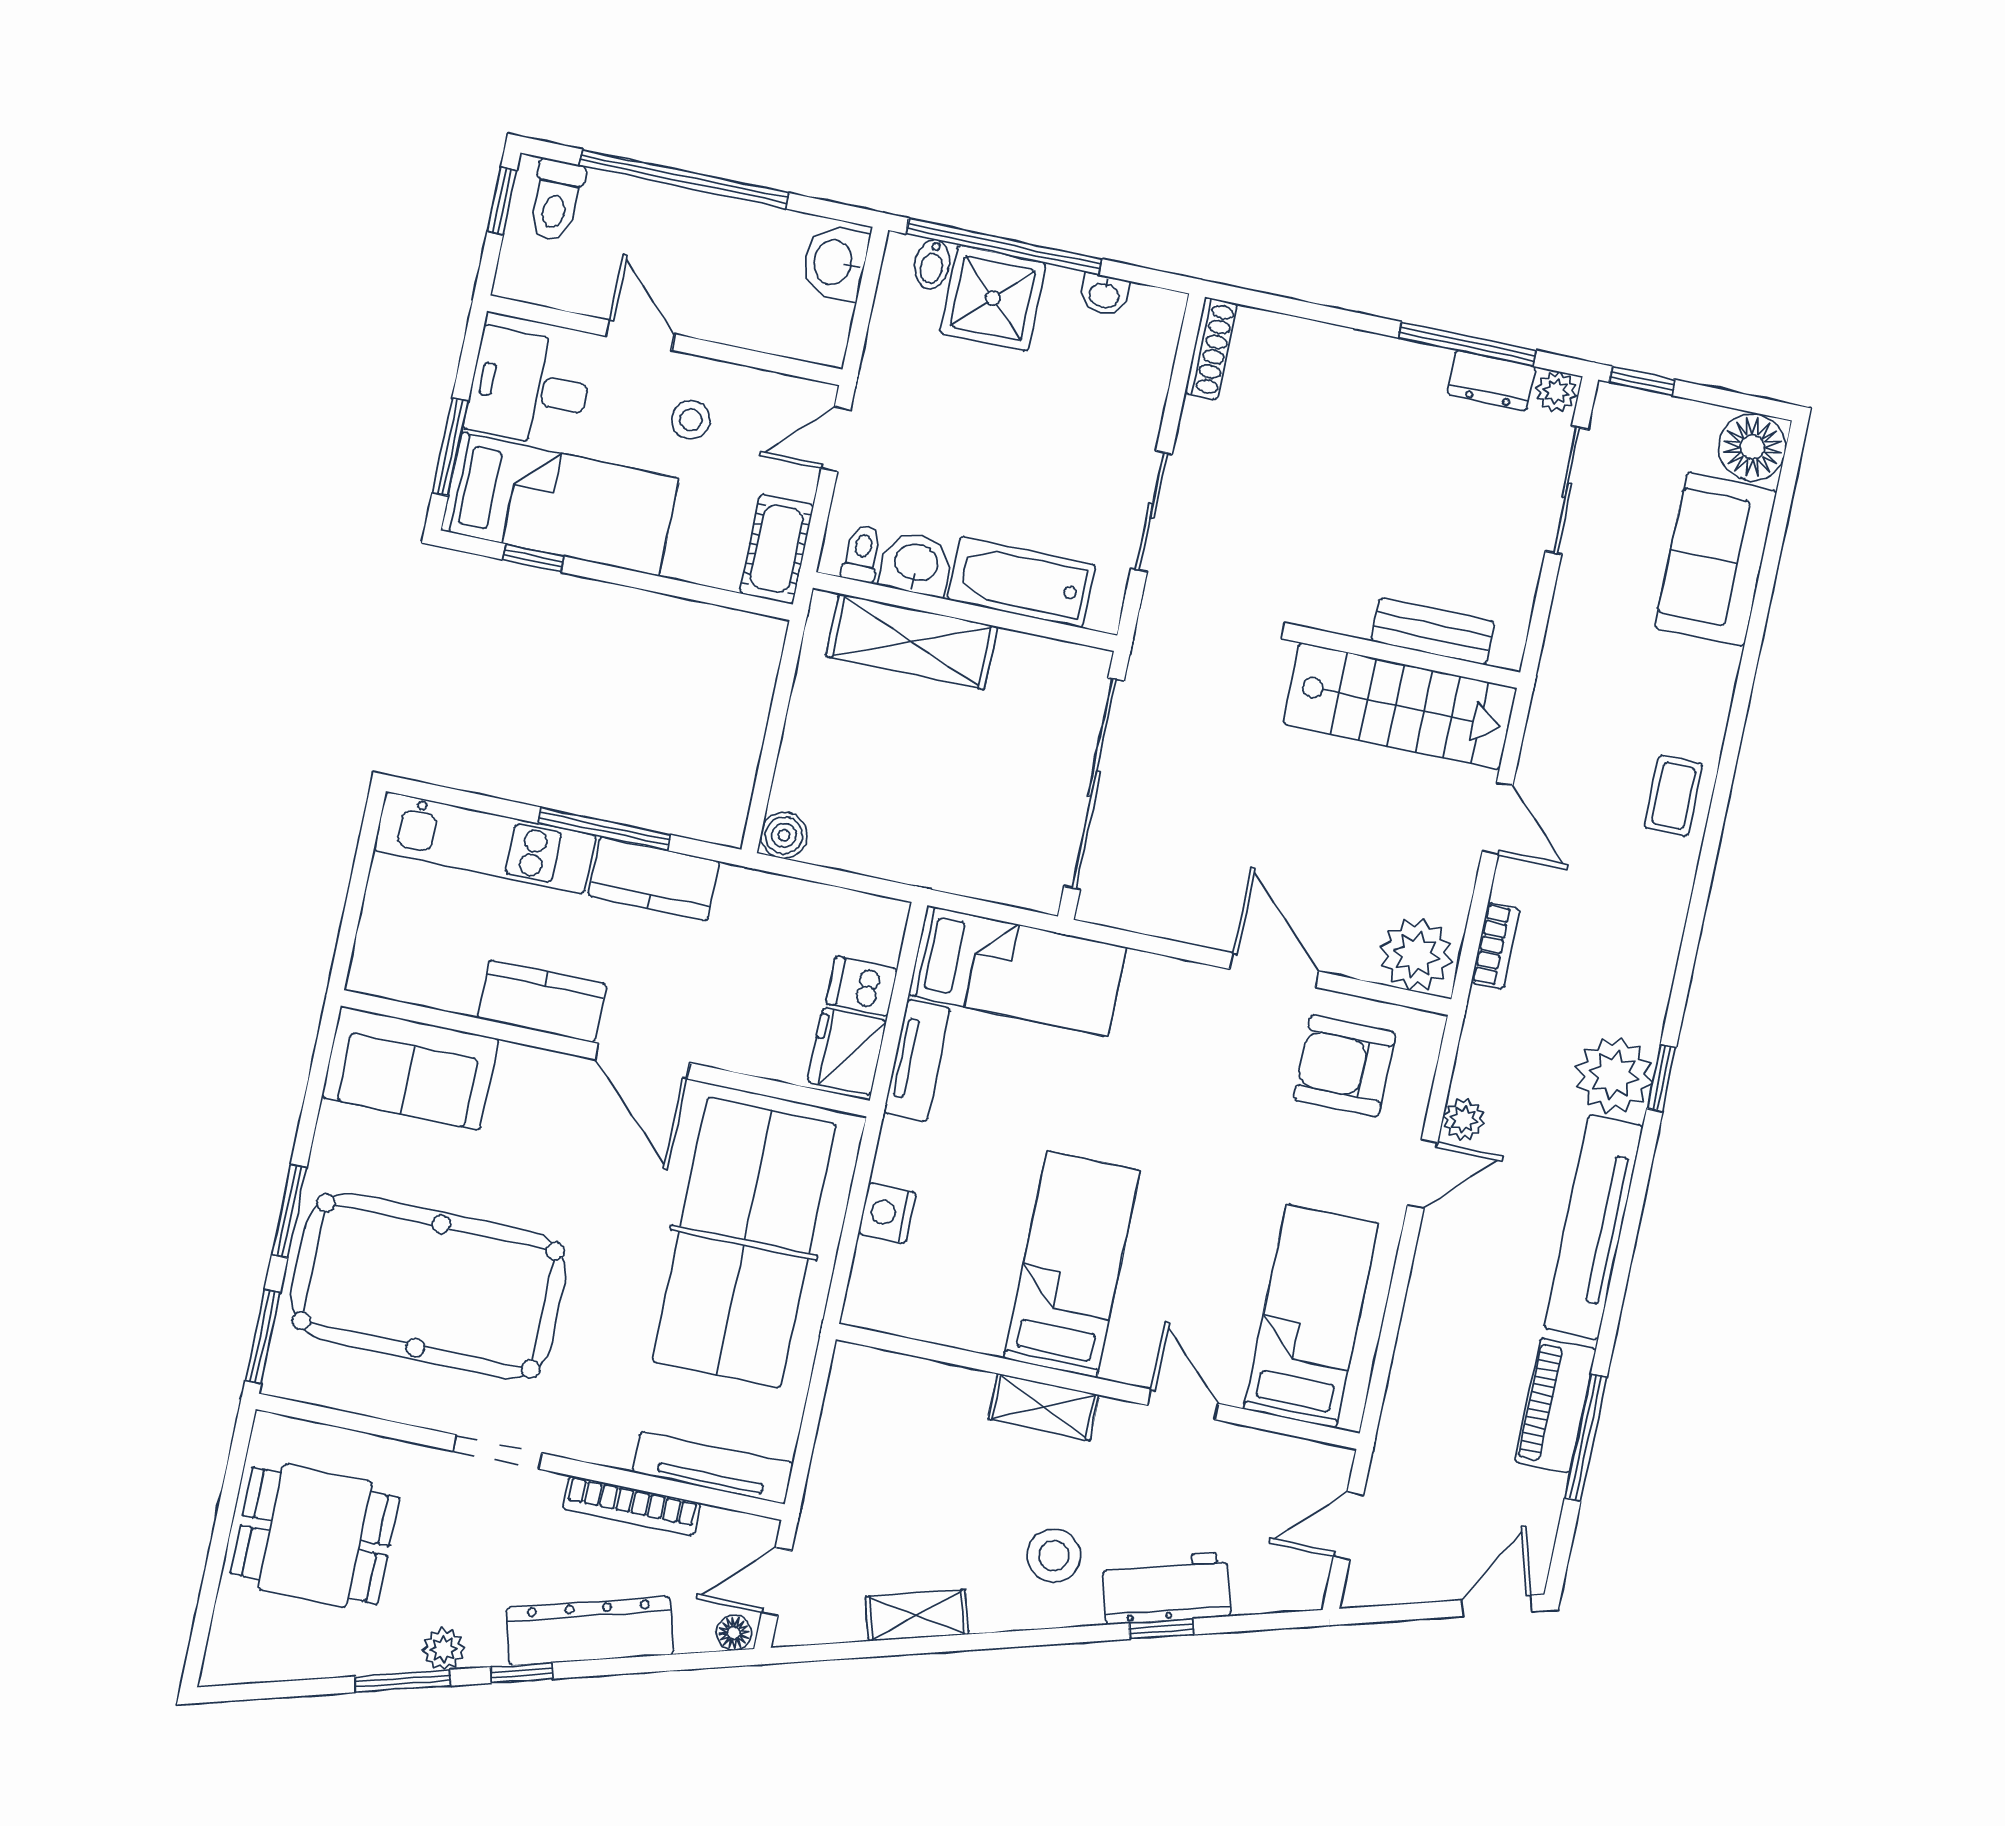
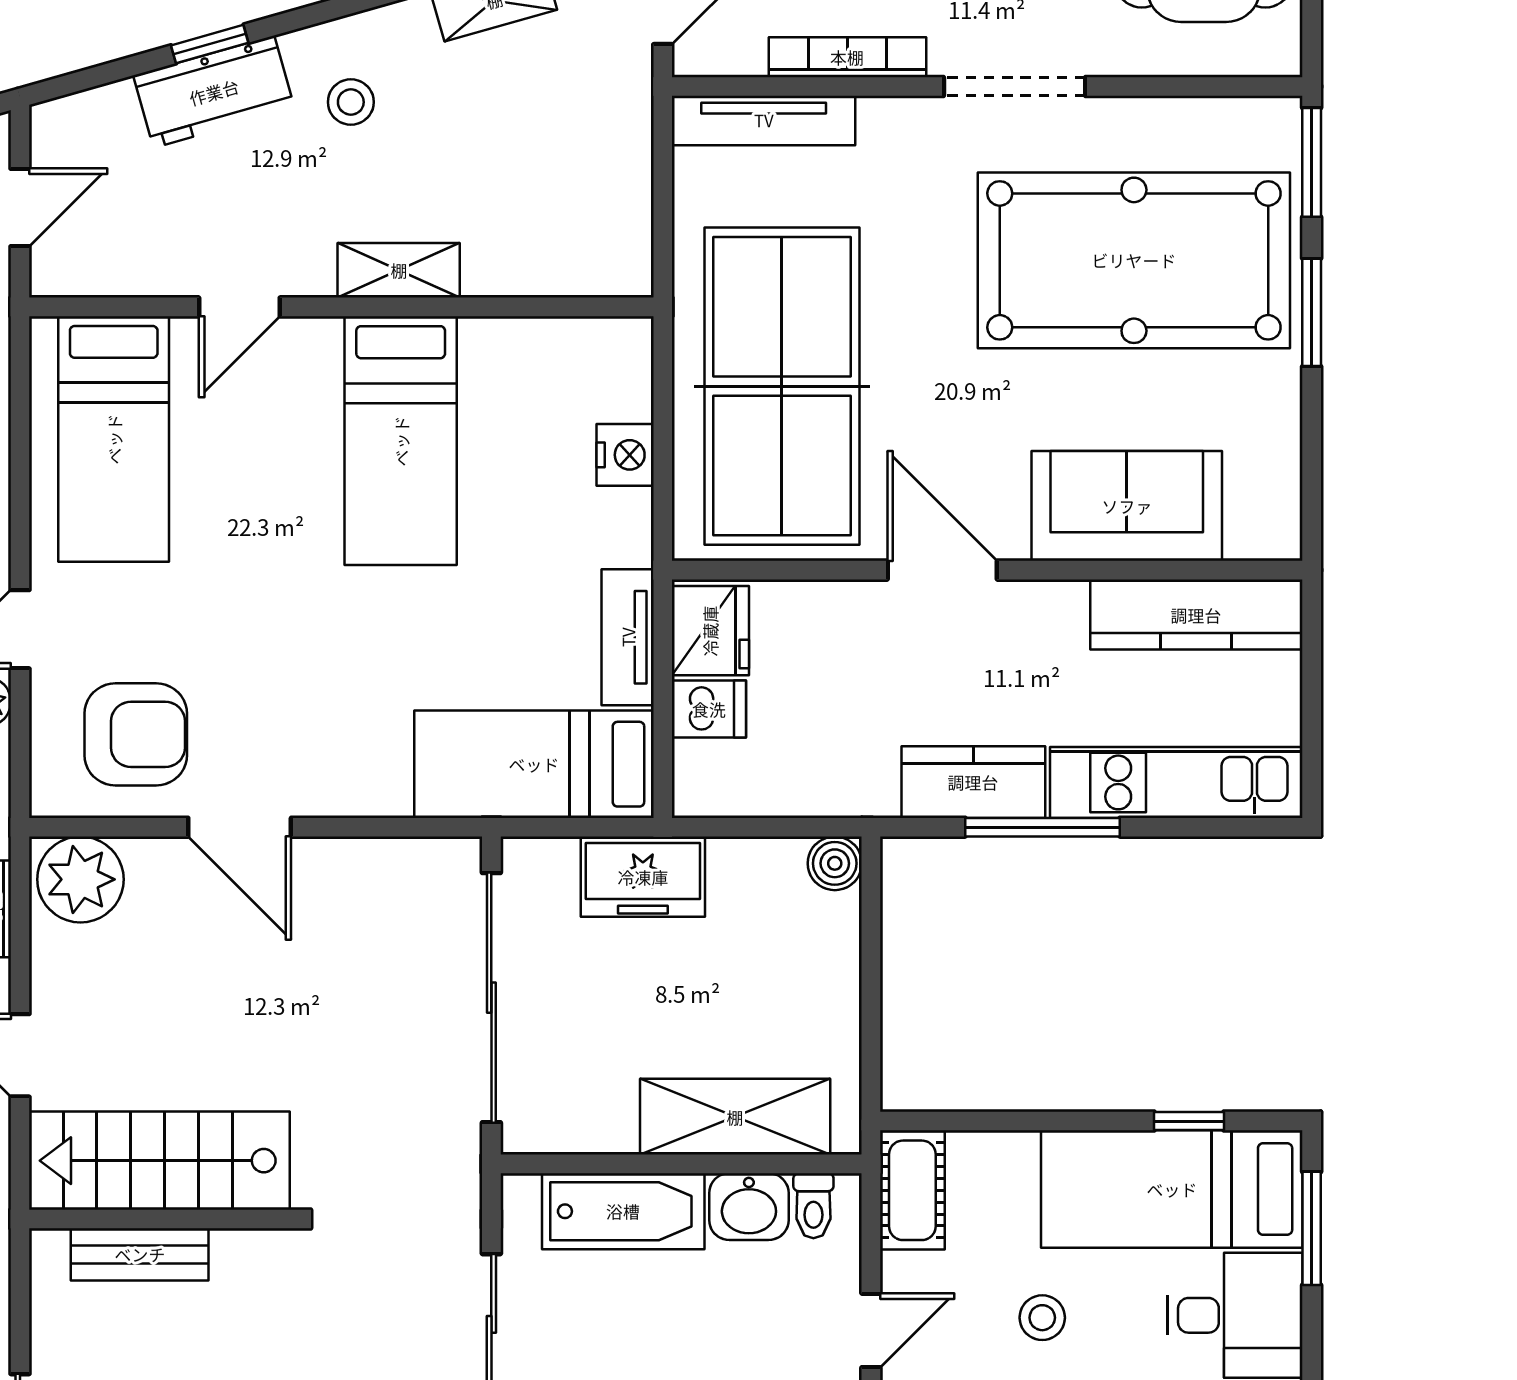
freezer: (946, 858) -> (643, 877), added
kitchen counter: (542, 1001) -> (1196, 615), moved, width x1.50
sofa: (410, 1068) -> (1127, 506), moved
door: (1183, 1404) -> (239, 307), hinge flipped
doorway: (497, 1452) -> (1015, 87), width x1.38
stool: (1054, 1556) -> (351, 102), width x0.73, depth x0.73

